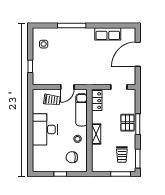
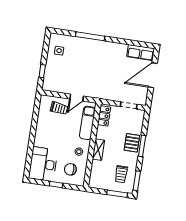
row of seats: (108, 34) -> (141, 52), moved
desk: (45, 129) -> (43, 164), moved

